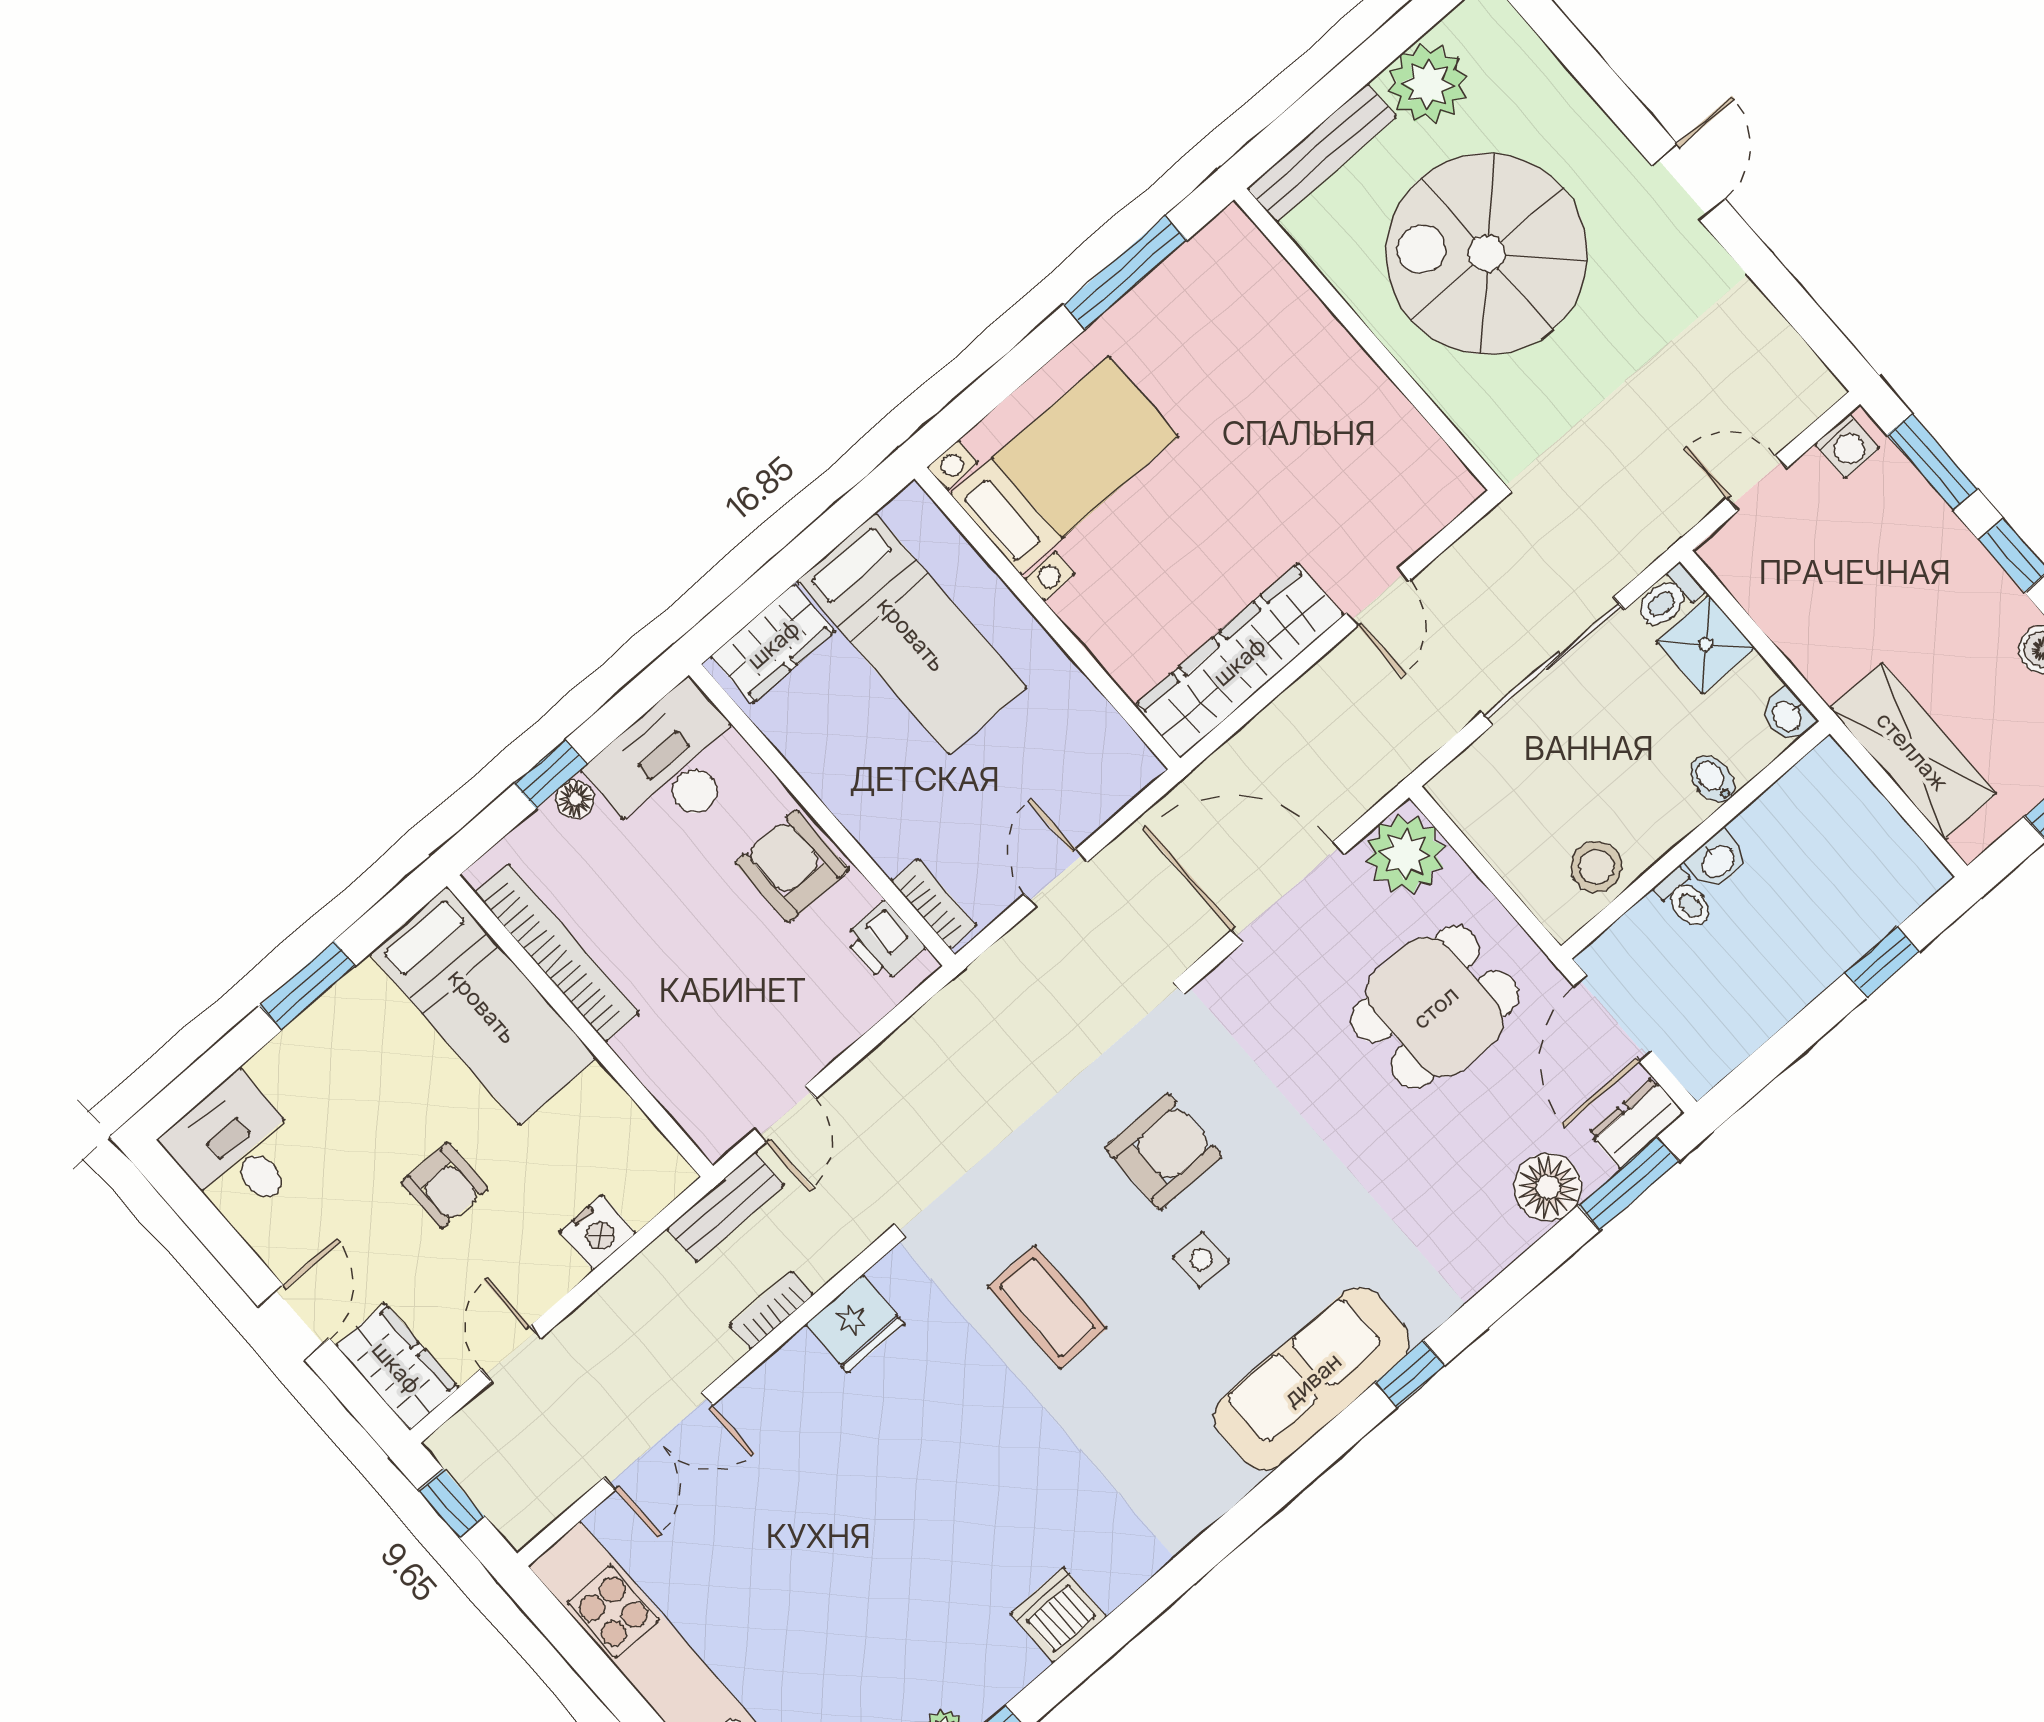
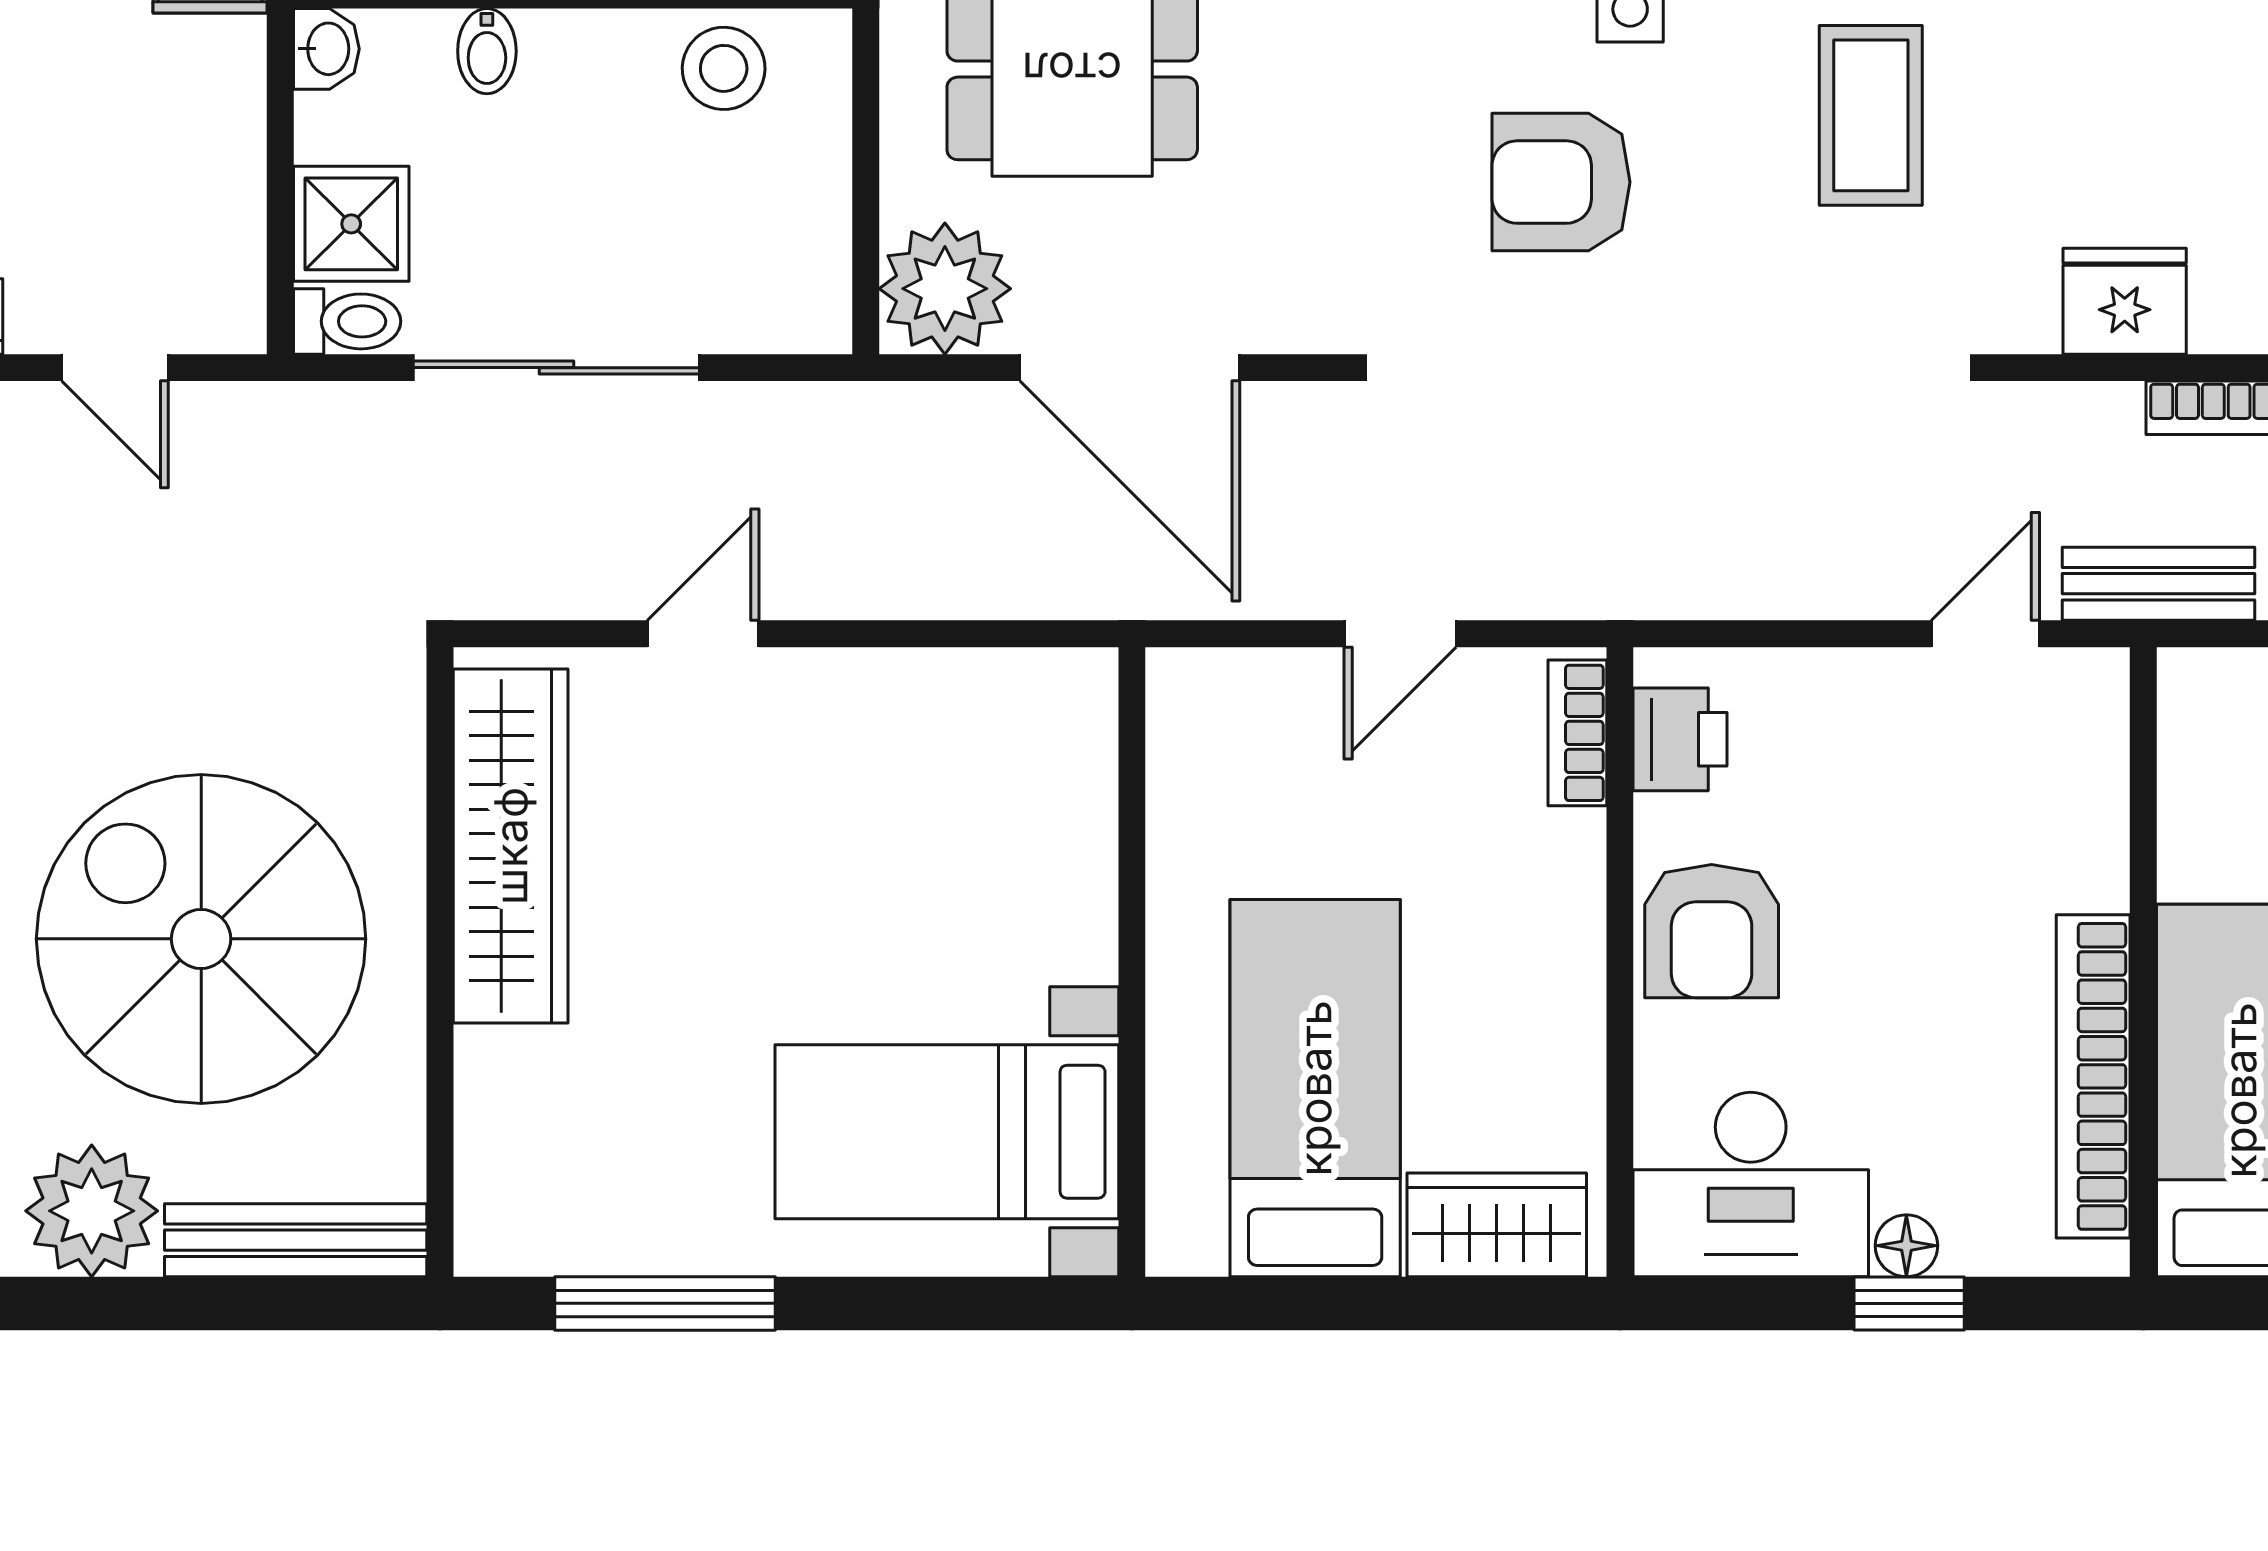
spiral stairs: (1487, 254) -> (201, 939), turned 180
wardrobe: (1239, 661) -> (511, 846), moved, turned -90

